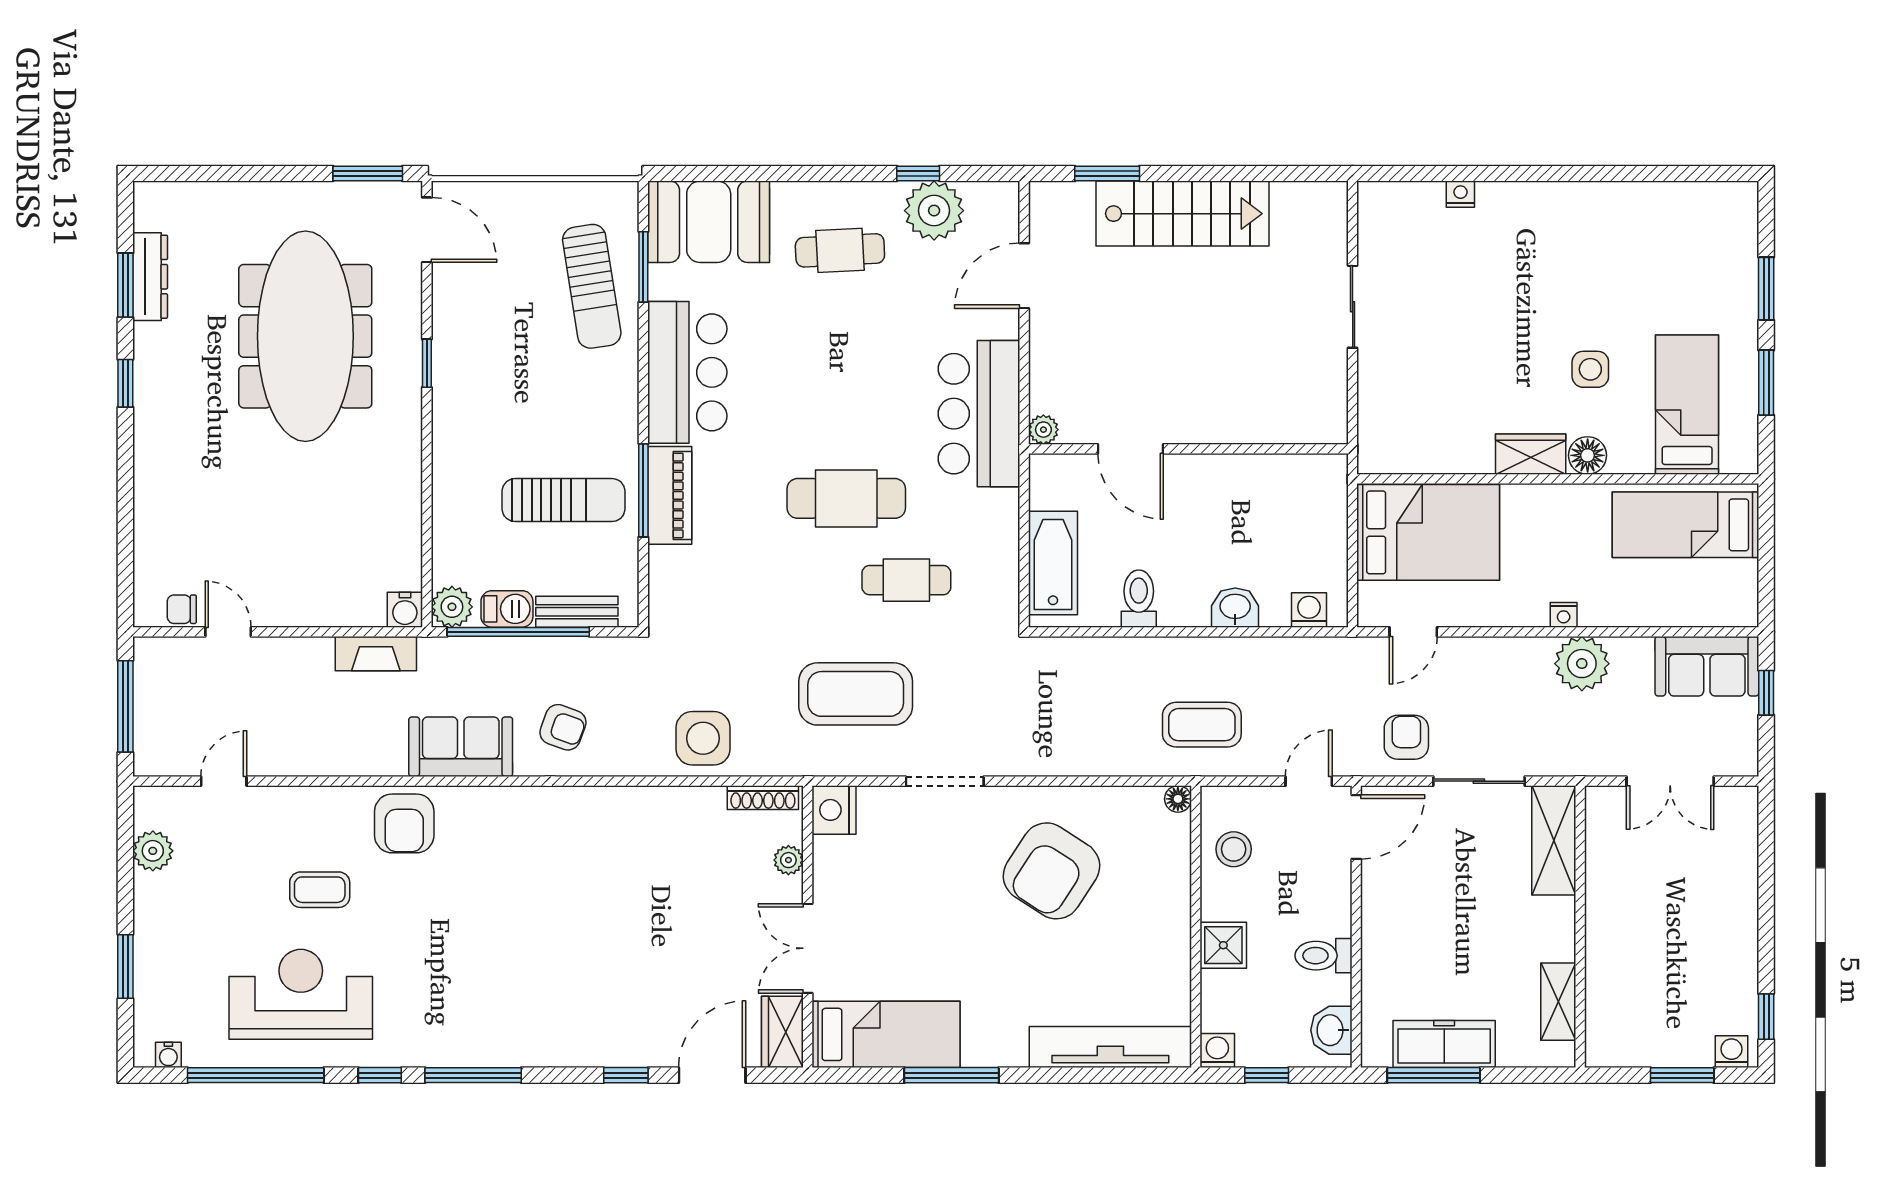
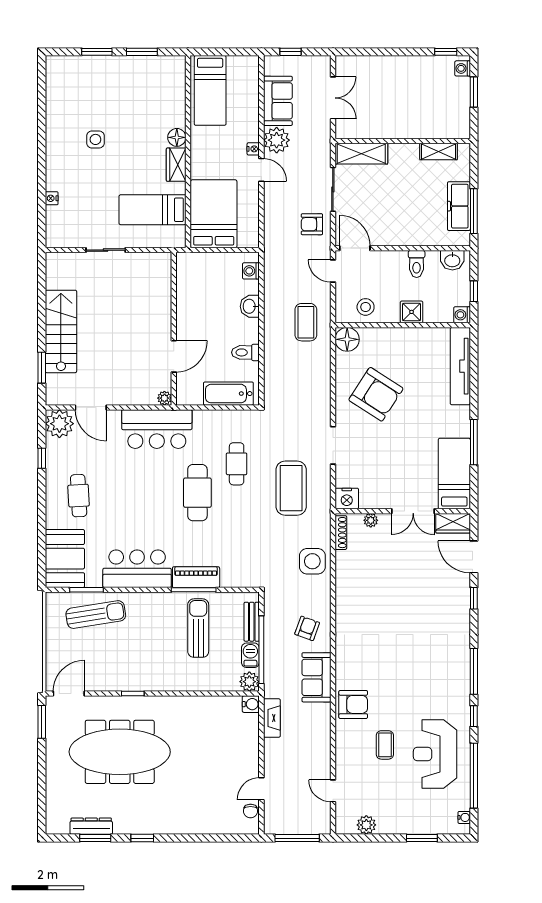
plant: (934, 211) -> (59, 424), moved
side table: (1590, 369) -> (95, 139), moved
bed: (1687, 405) -> (153, 210), moved
door: (1413, 632) -> (261, 170), moved
sofa: (1707, 666) -> (278, 101), moved
floor lamp: (1178, 799) -> (347, 339), width x1.89, depth x1.89

